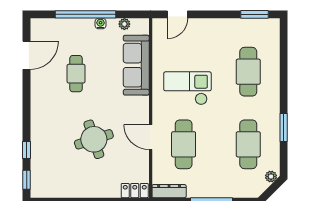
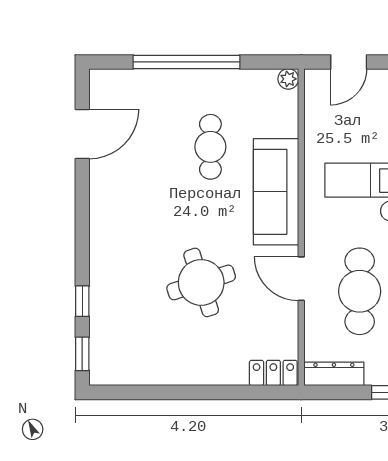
water cooler: (101, 24) -> (213, 78), removed
plant: (124, 24) -> (288, 79), moved
sofa: (136, 65) -> (276, 192), moved
cafe table: (76, 74) -> (210, 147), moved

